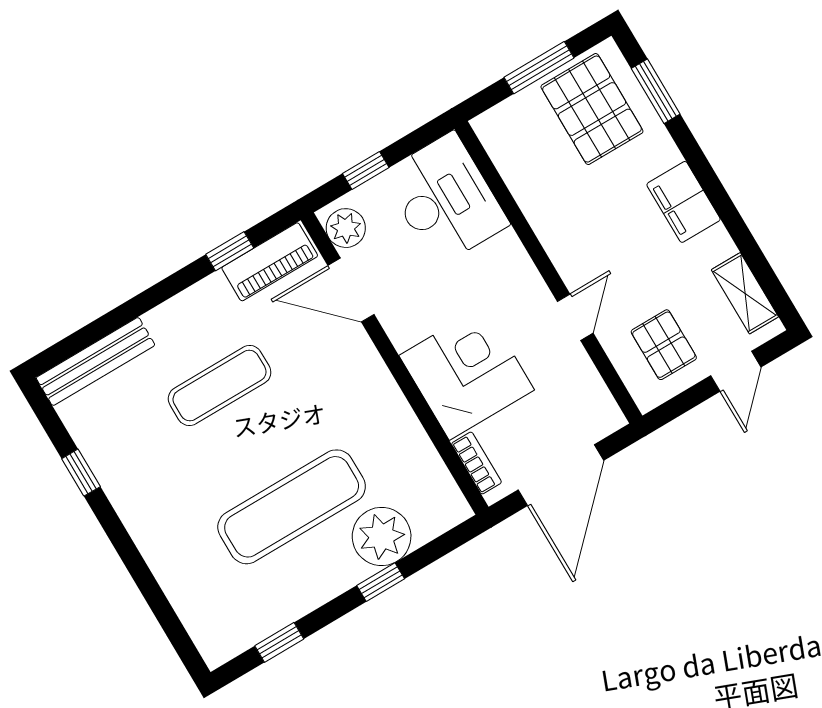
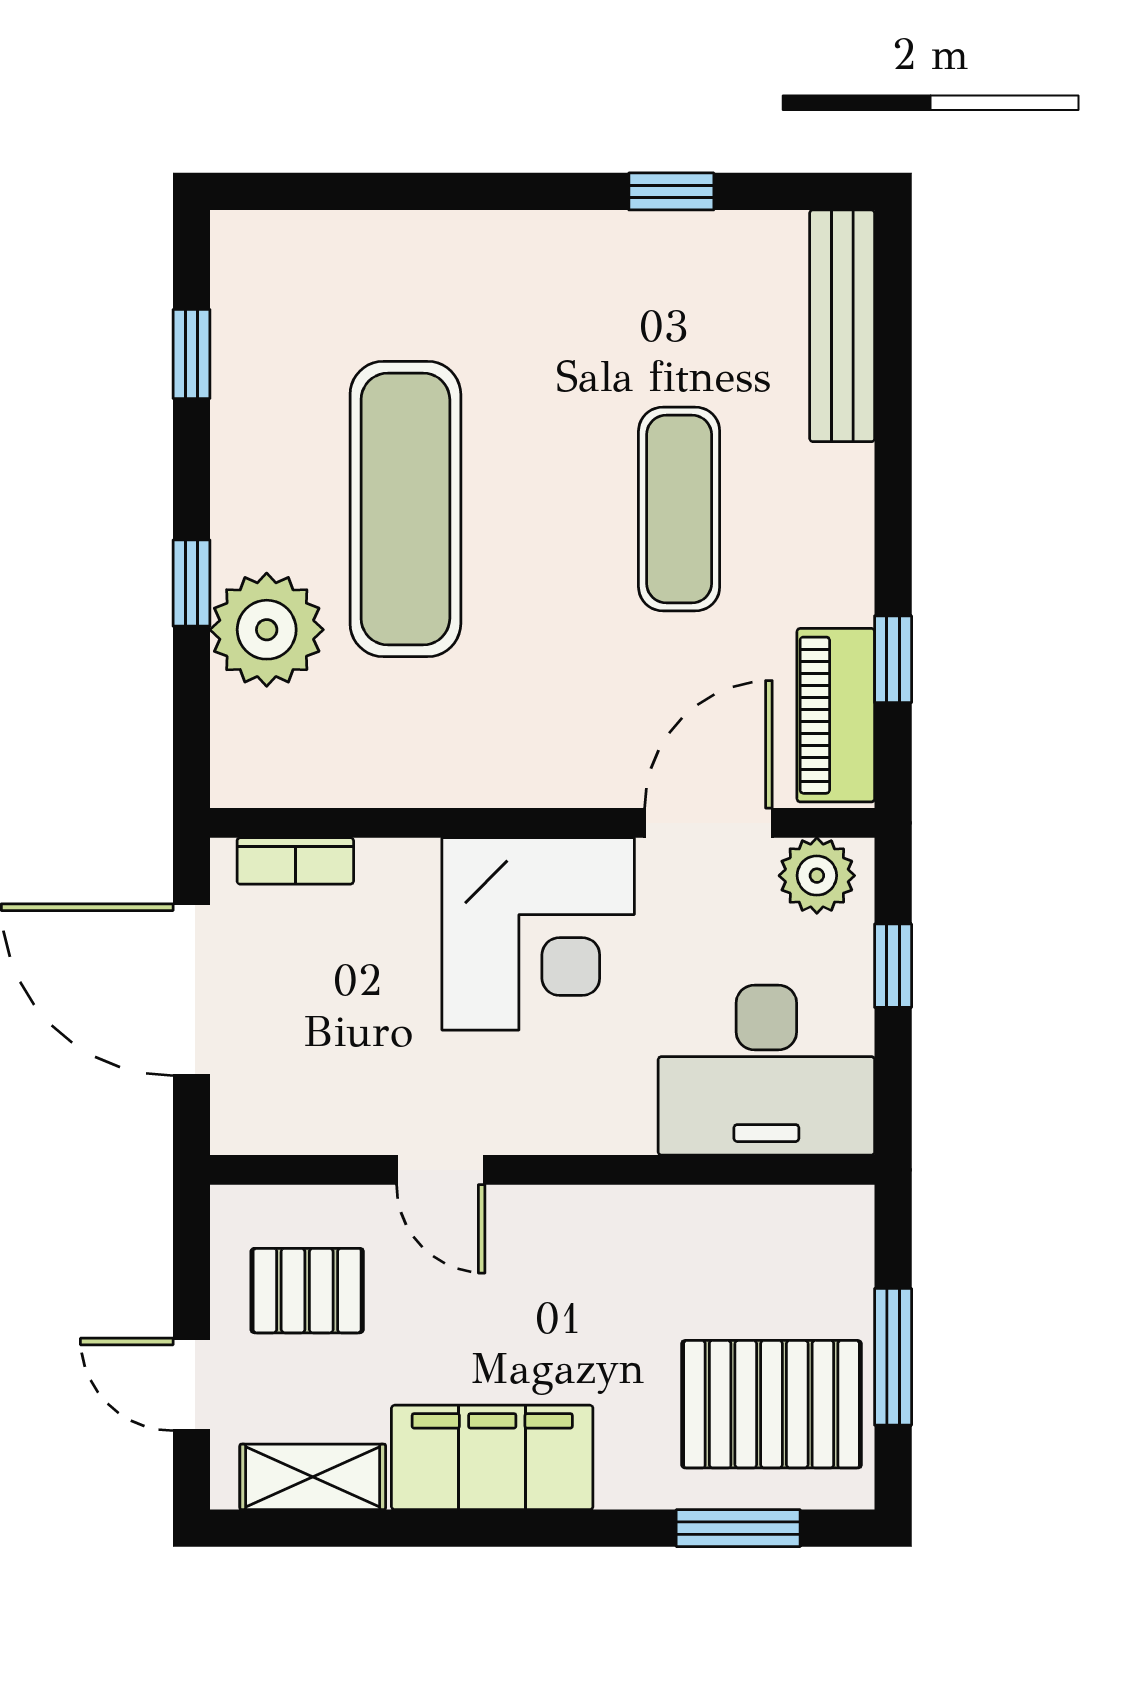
filing cabinet: (683, 202) -> (492, 1457), width x1.50, depth x1.17
corner desk: (467, 373) -> (538, 934), moved

